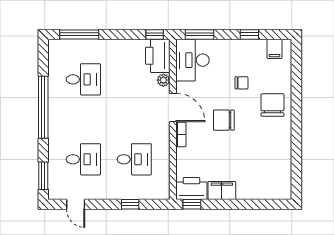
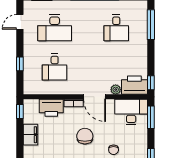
door: (173, 107) -> (95, 97), hinge flipped
desk: (83, 159) -> (55, 28), width x1.37
printer: (191, 188) -> (51, 108), moved, turned 90

